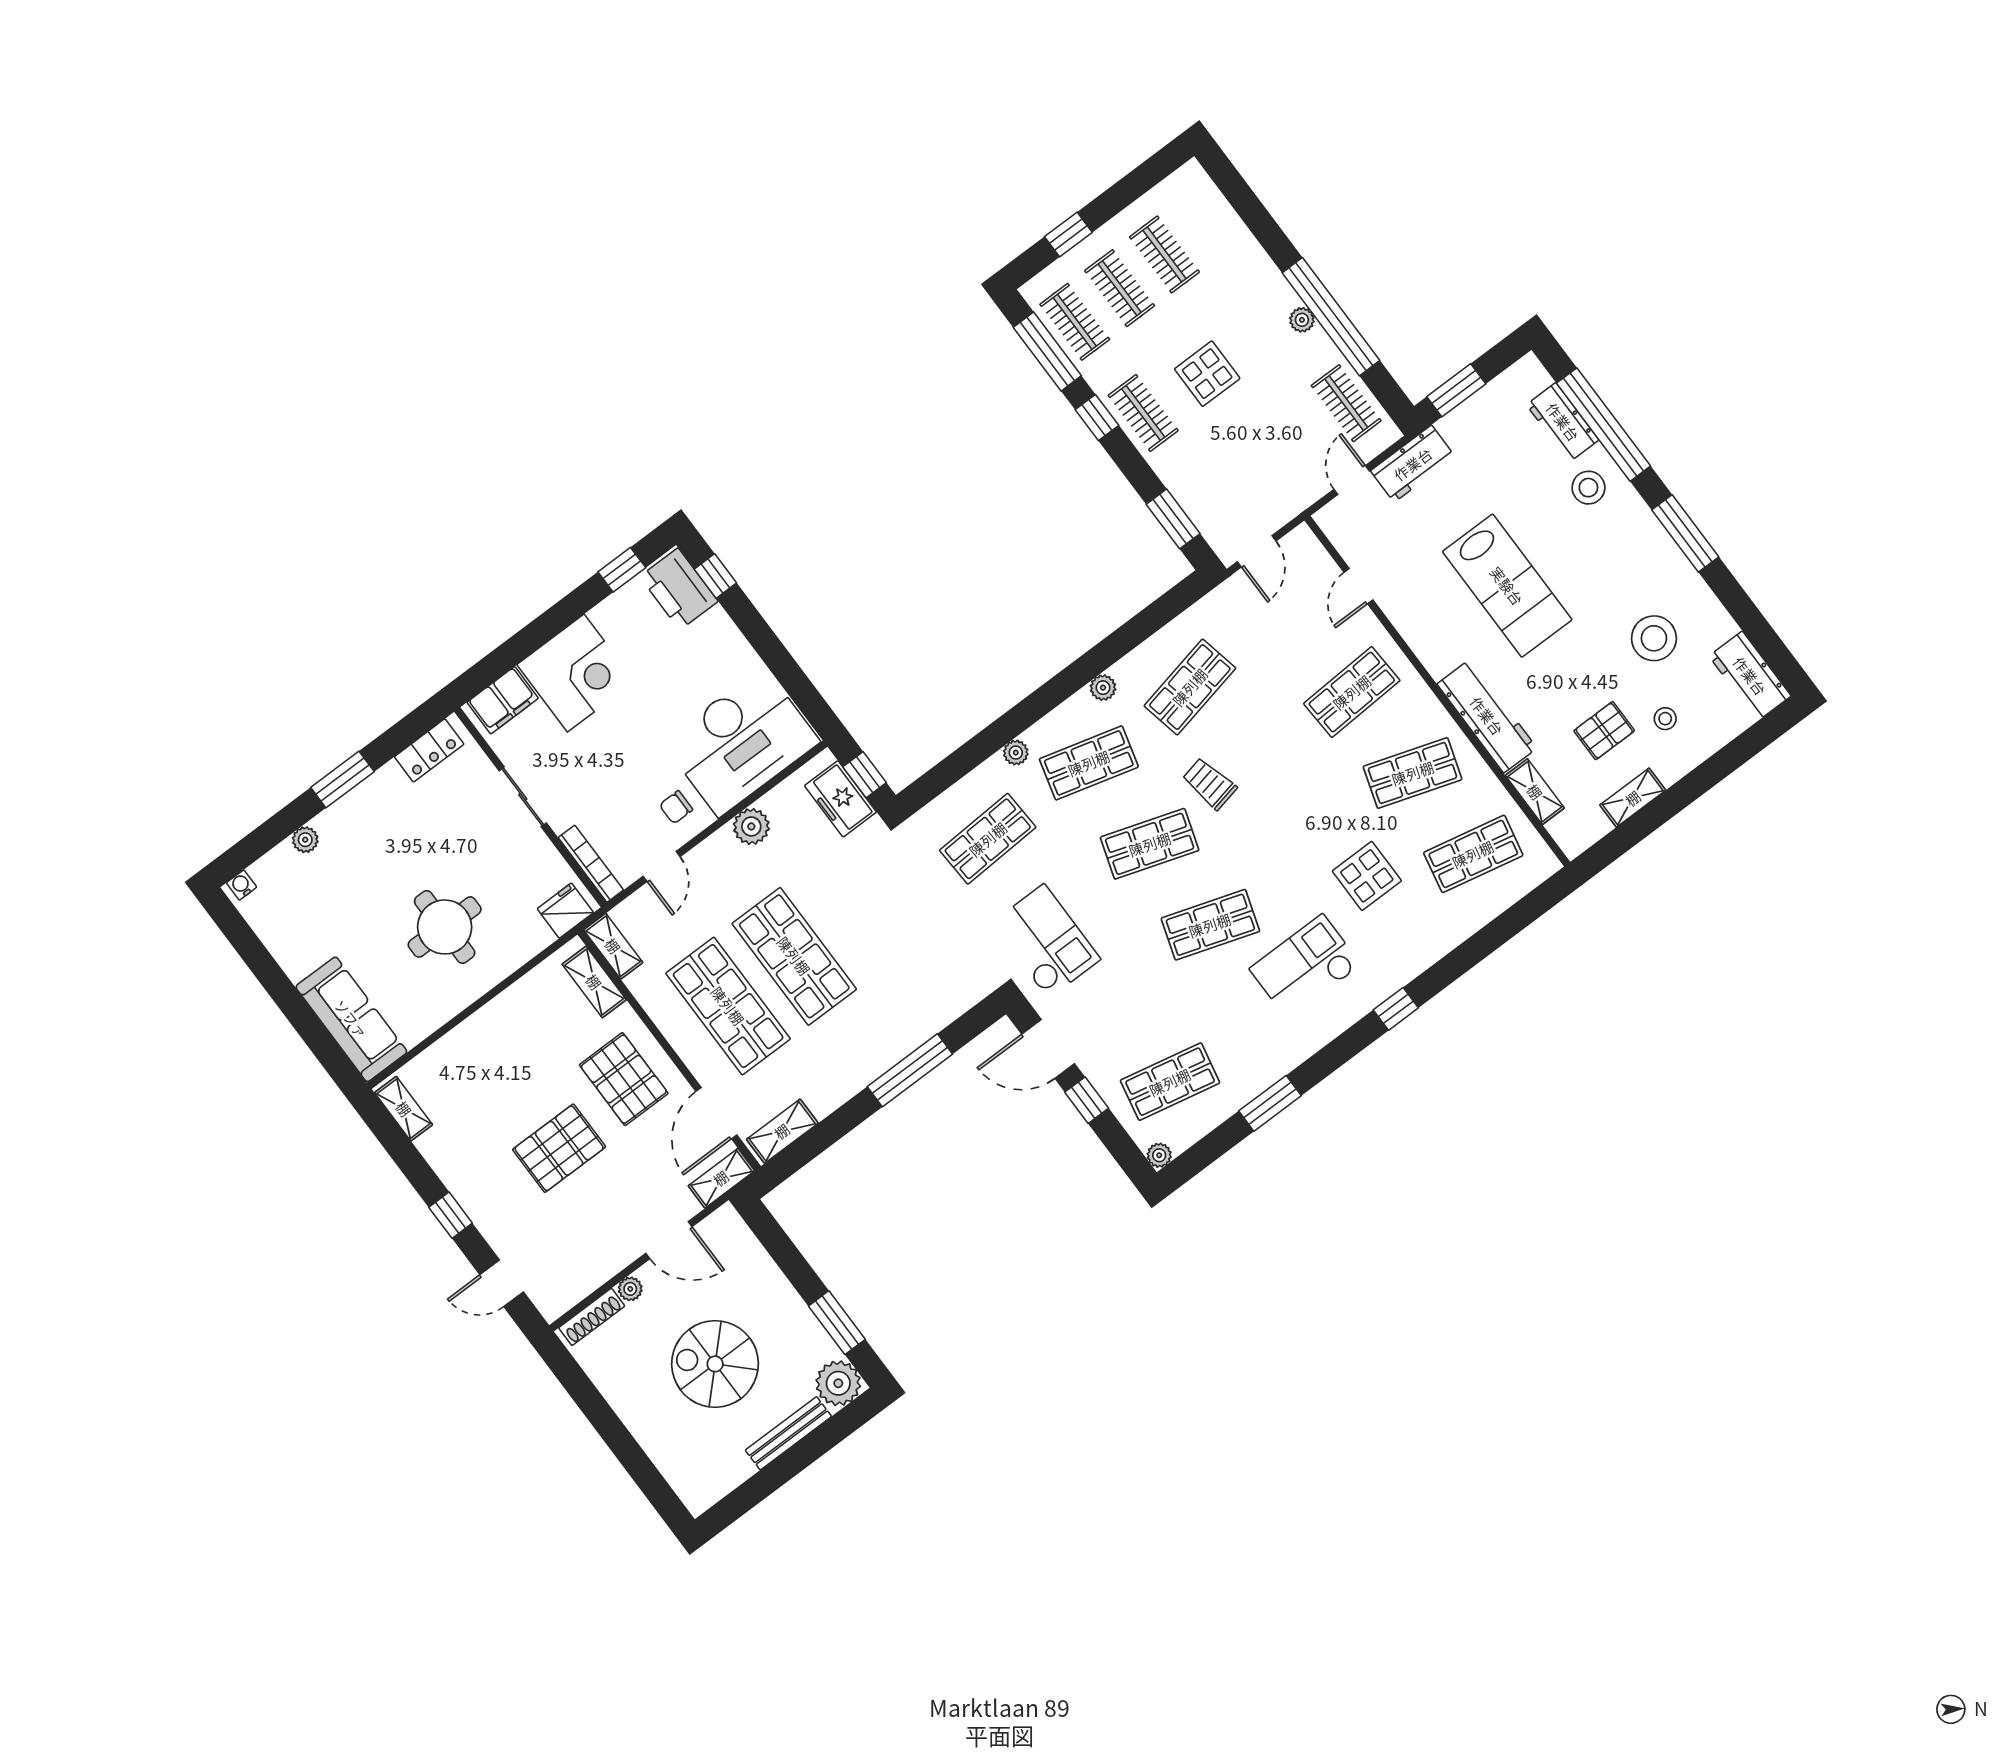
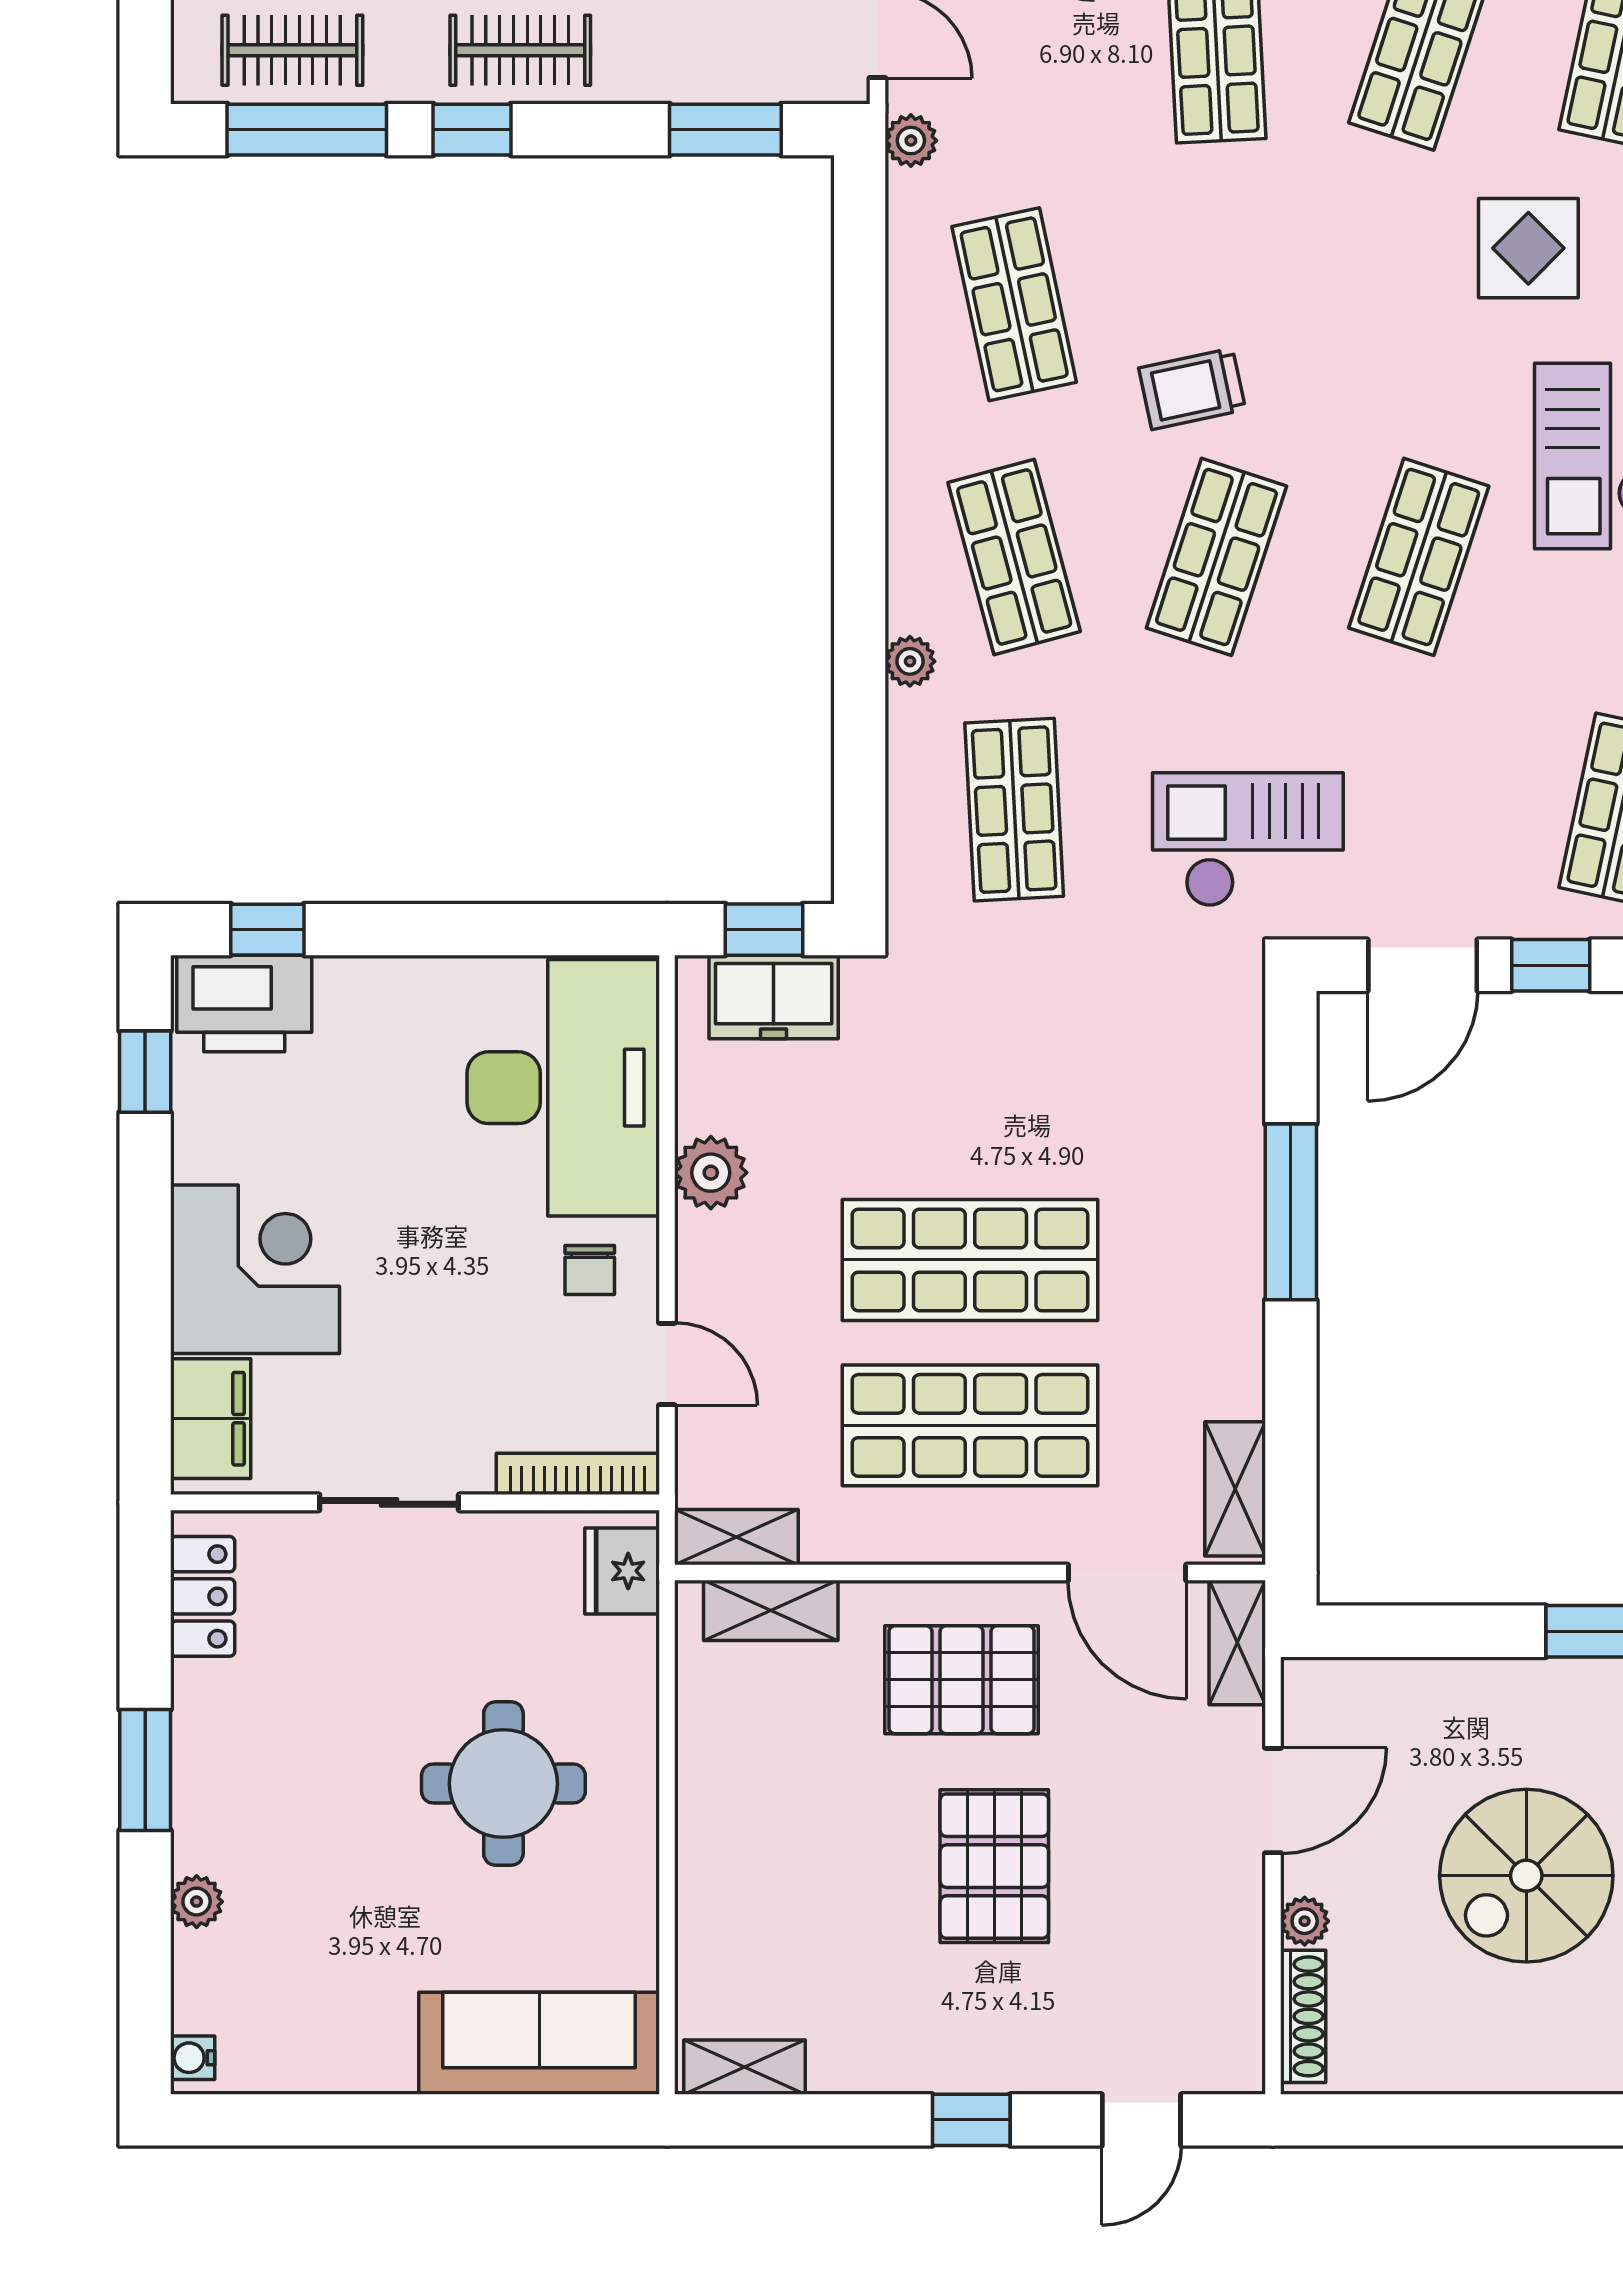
plant: (1103, 688) -> (911, 141), moved
shop shelf: (1089, 763) -> (1014, 557), turned -30

